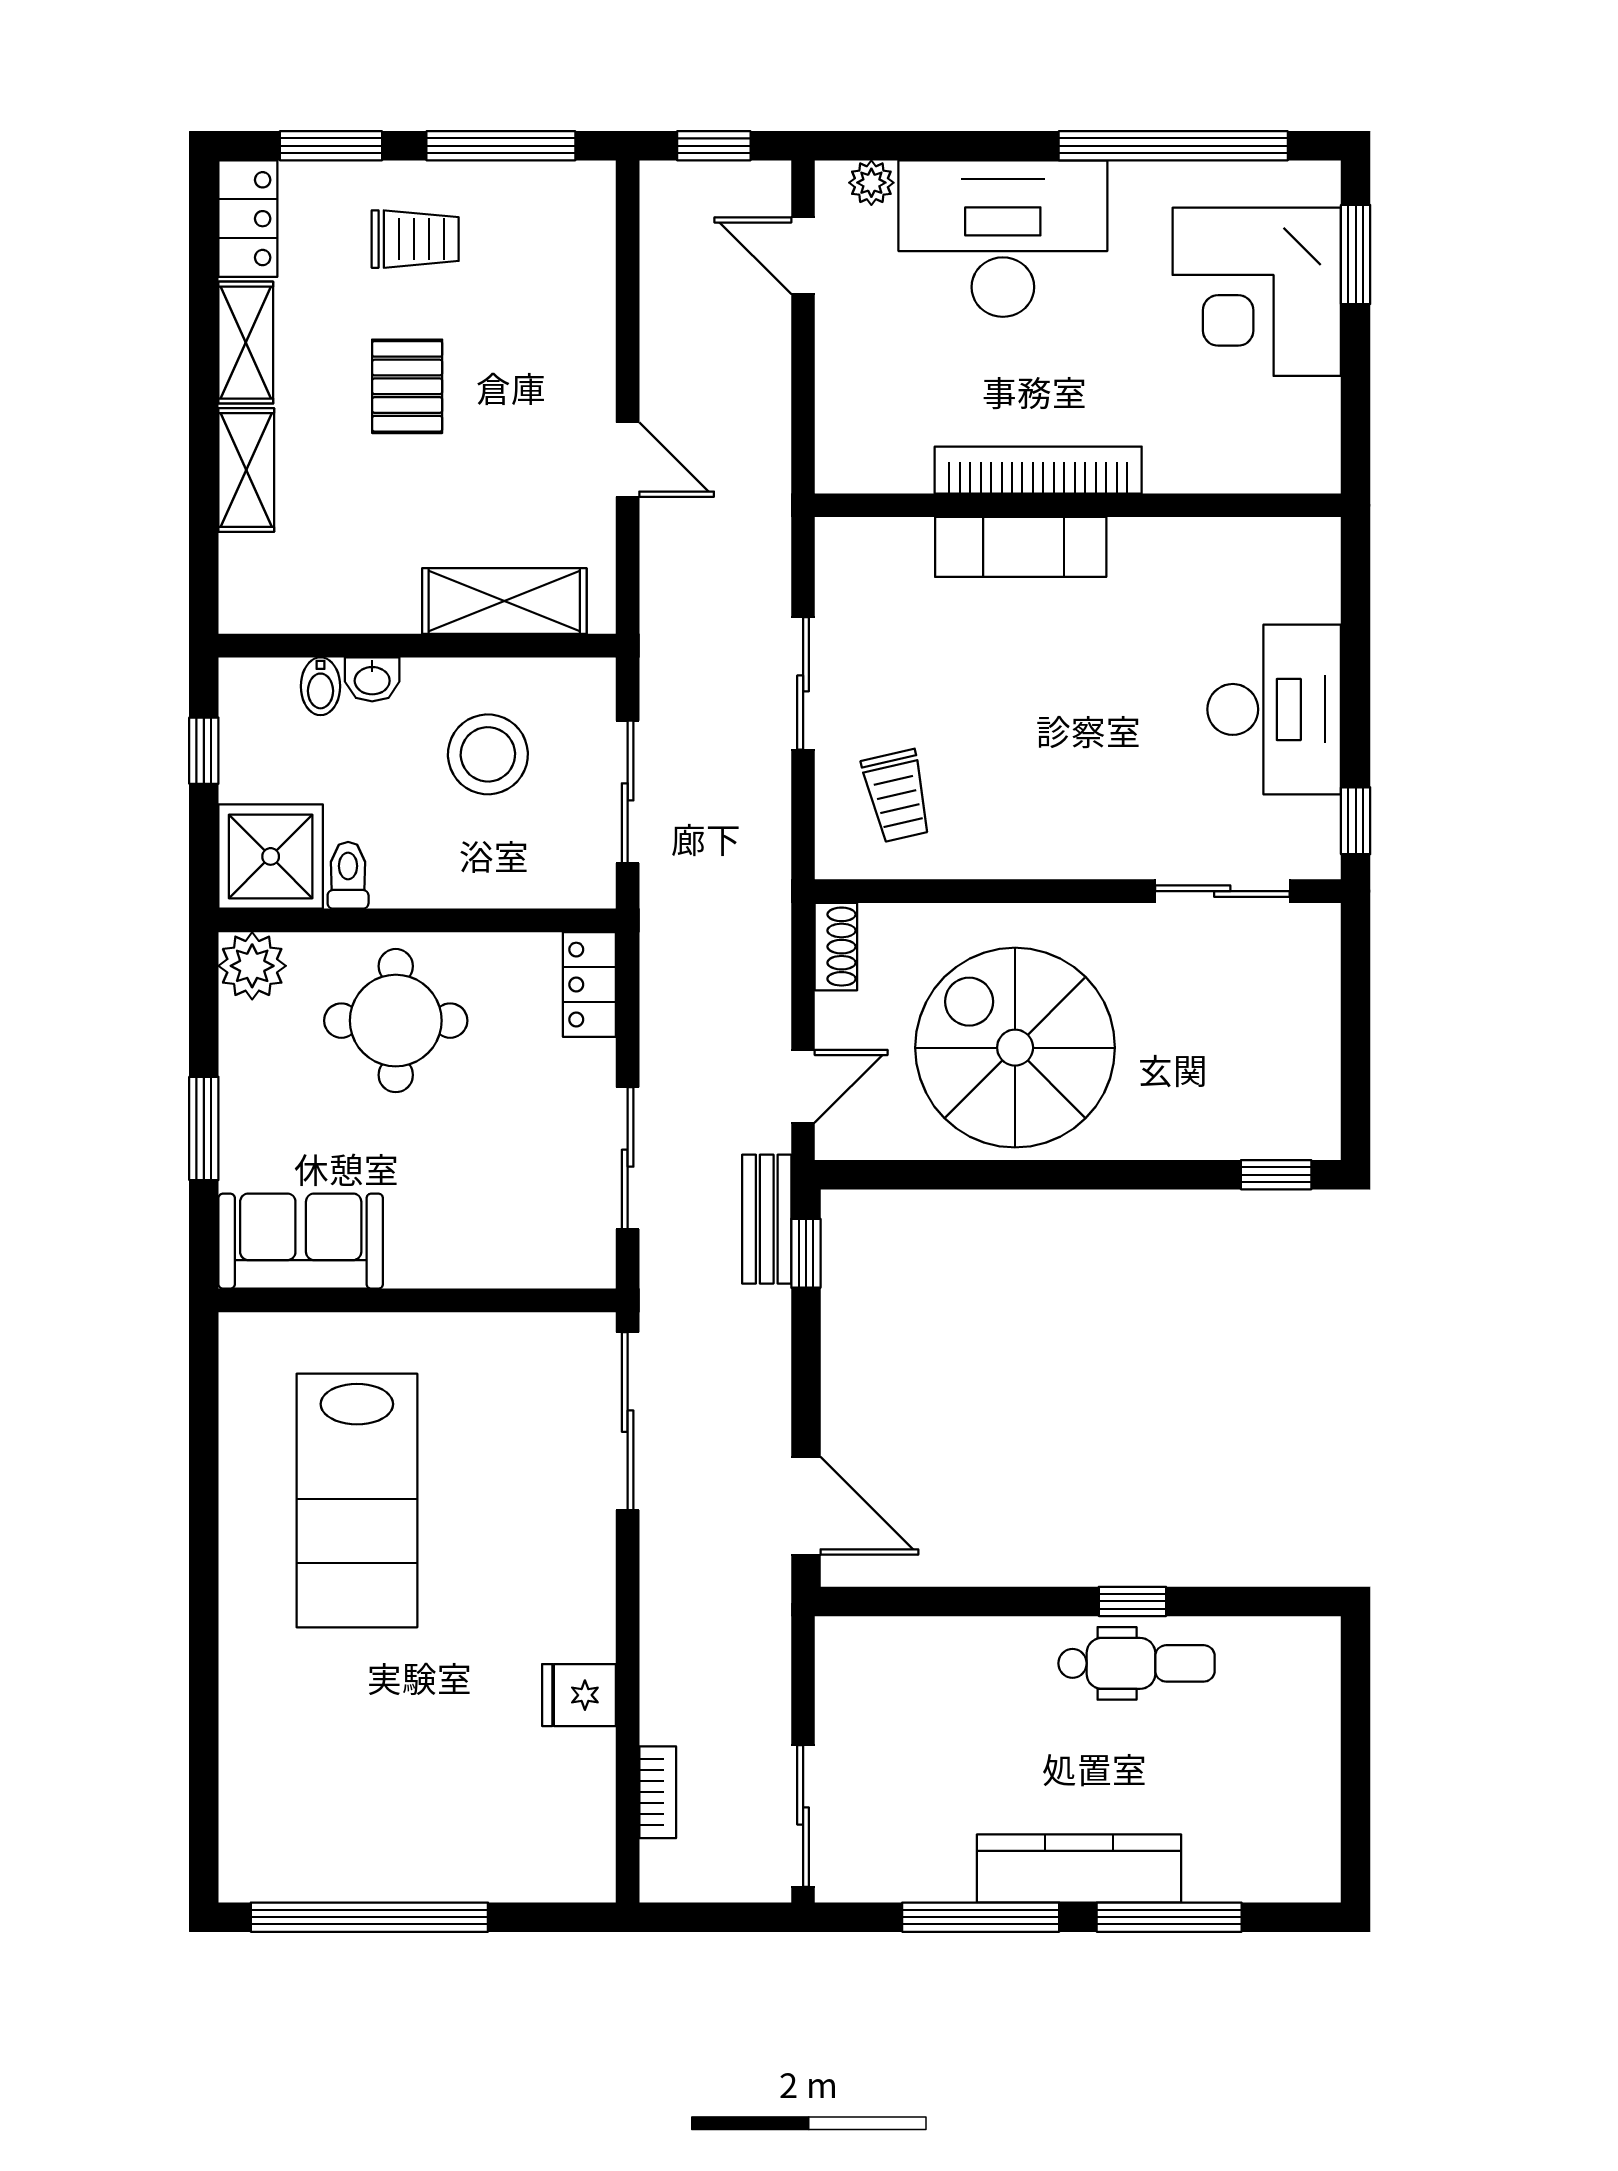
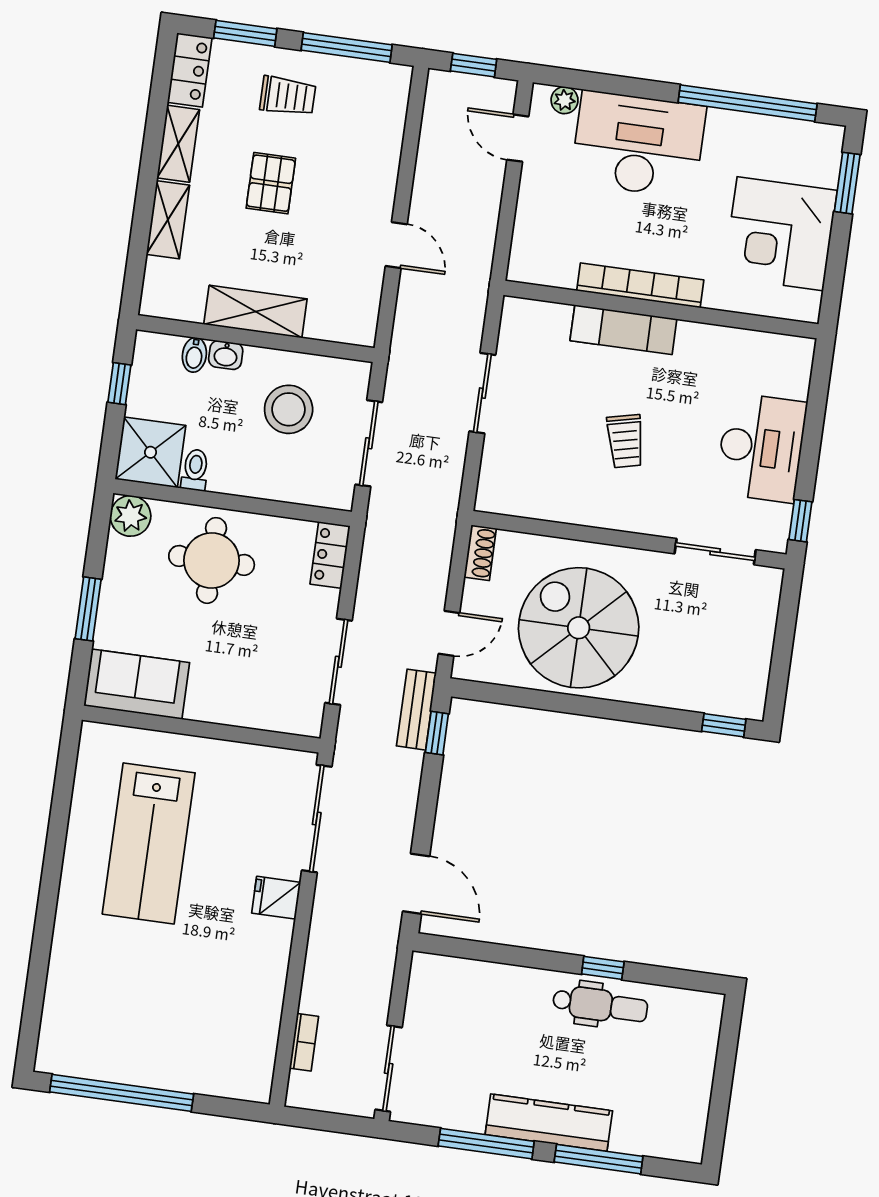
corner desk: (1257, 292) -> (780, 234), moved
shelving: (504, 601) -> (255, 312), moved
trolley: (897, 796) -> (625, 441), moved
fridge: (579, 1695) -> (276, 898), moved

